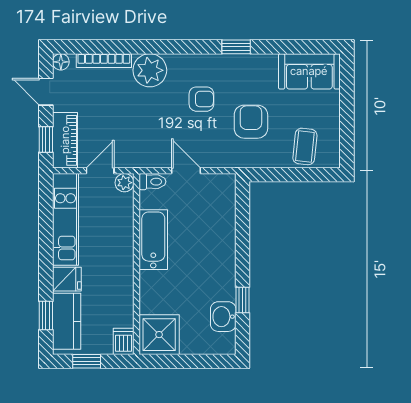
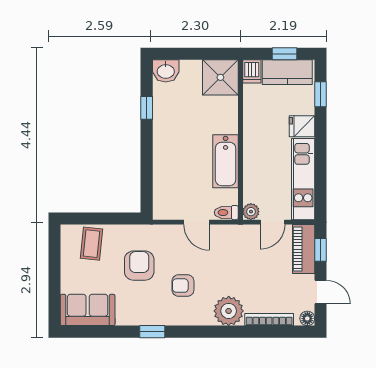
armchair: (251, 122) -> (139, 266), turned 180
washbasin: (223, 317) -> (166, 71), moved, turned 90
kitchen counter: (67, 321) -> (287, 72), moved, turned -90

